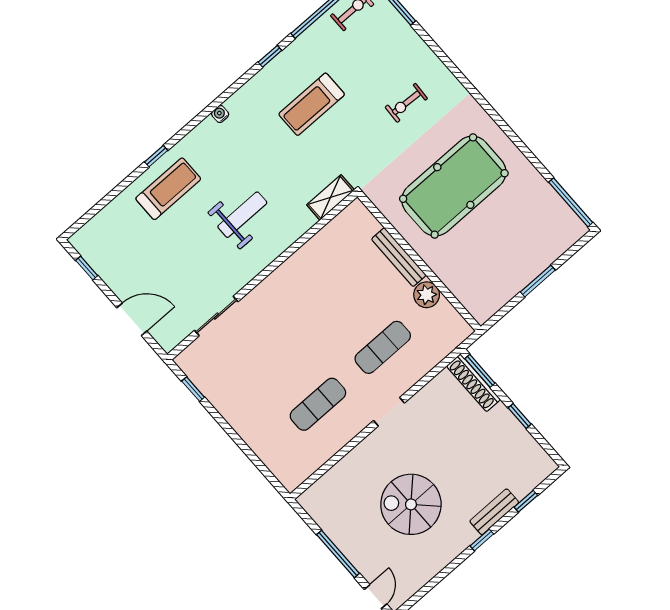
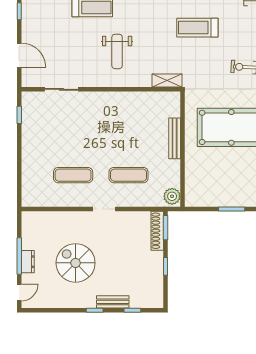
weight bench: (242, 215) -> (117, 51), turned 90
plant: (427, 295) -> (172, 196), moved
dresser: (354, 552) -> (28, 262), added

